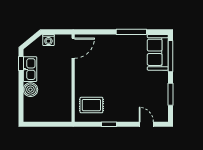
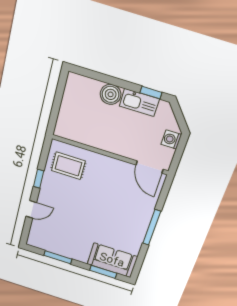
window: (131, 32) -> (152, 227), moved
window: (171, 56) -> (103, 272), width x0.69
rug: (91, 105) -> (68, 166), turned 90
door: (146, 124) -> (31, 209), moved

